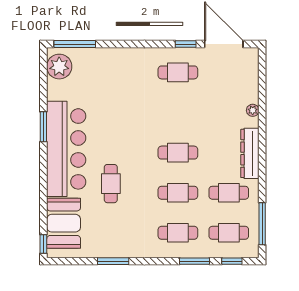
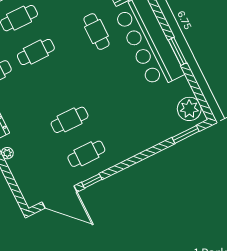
window: (75, 44) -> (186, 134), width x0.69
cafe table: (178, 153) -> (70, 120), moved

